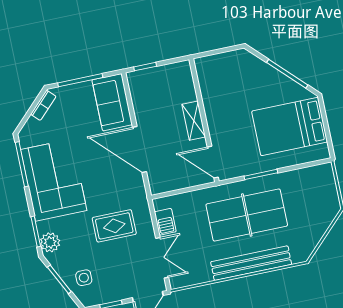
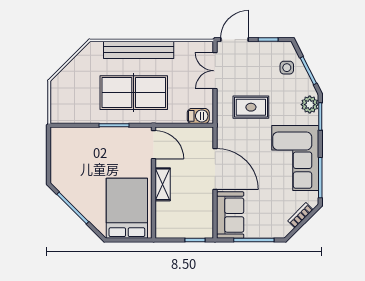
bookcase: (43, 105) -> (300, 215), moved
bed: (290, 127) -> (127, 208), moved, turned -90
barbecue: (165, 222) -> (198, 116), moved, turned 90

